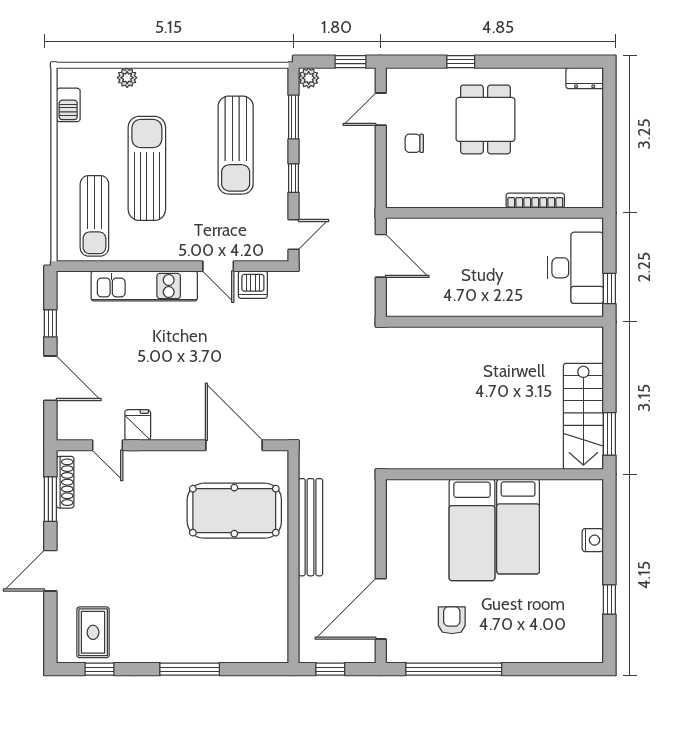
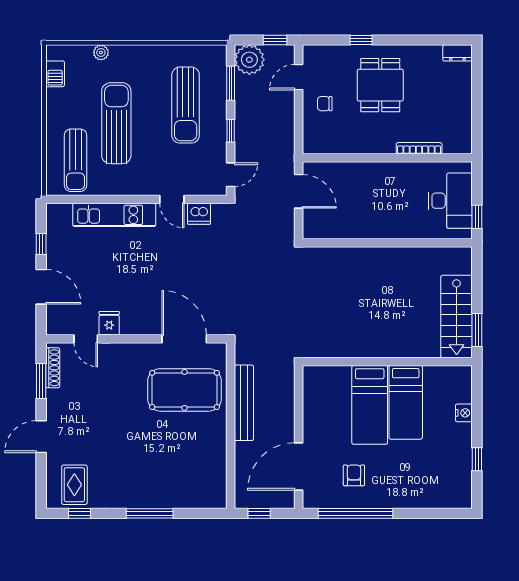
plant: (309, 78) -> (249, 60), width x1.87, depth x1.87

